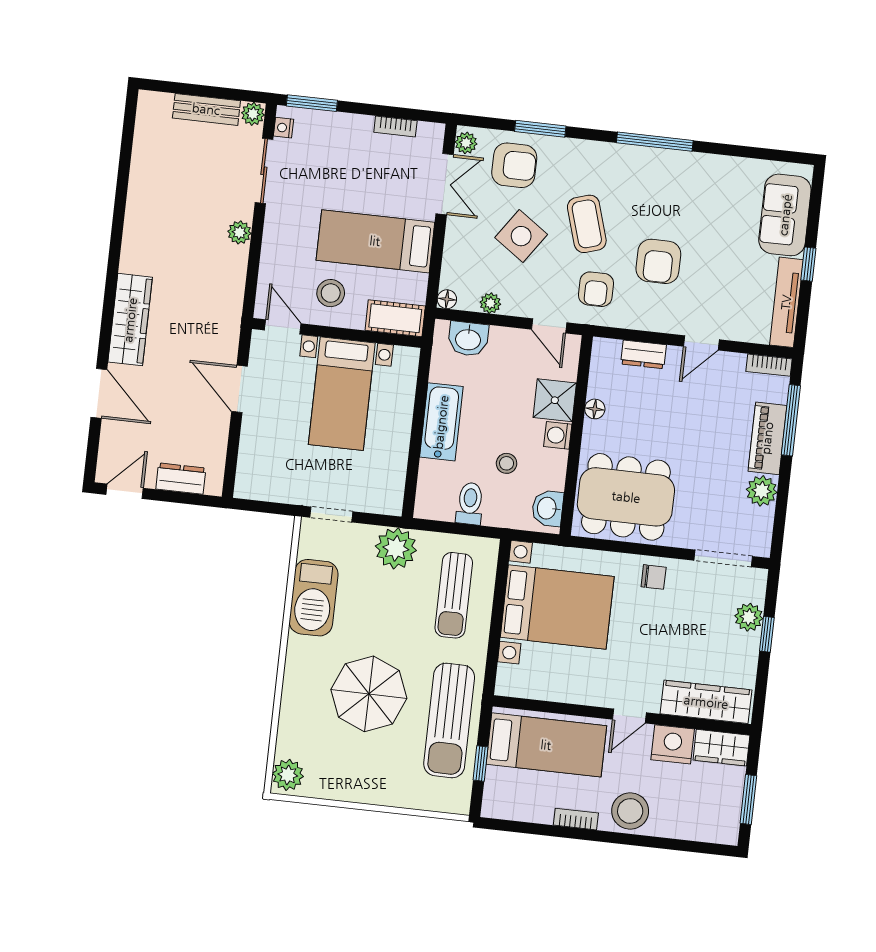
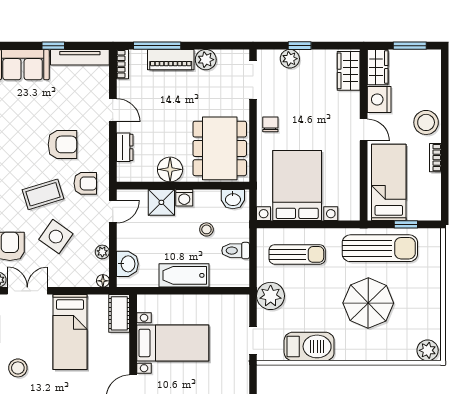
stool: (331, 293) -> (18, 368), moved
floor lamp: (595, 409) -> (170, 169), width x1.89, depth x1.89
wardrobe: (706, 702) -> (349, 71), width x0.67

